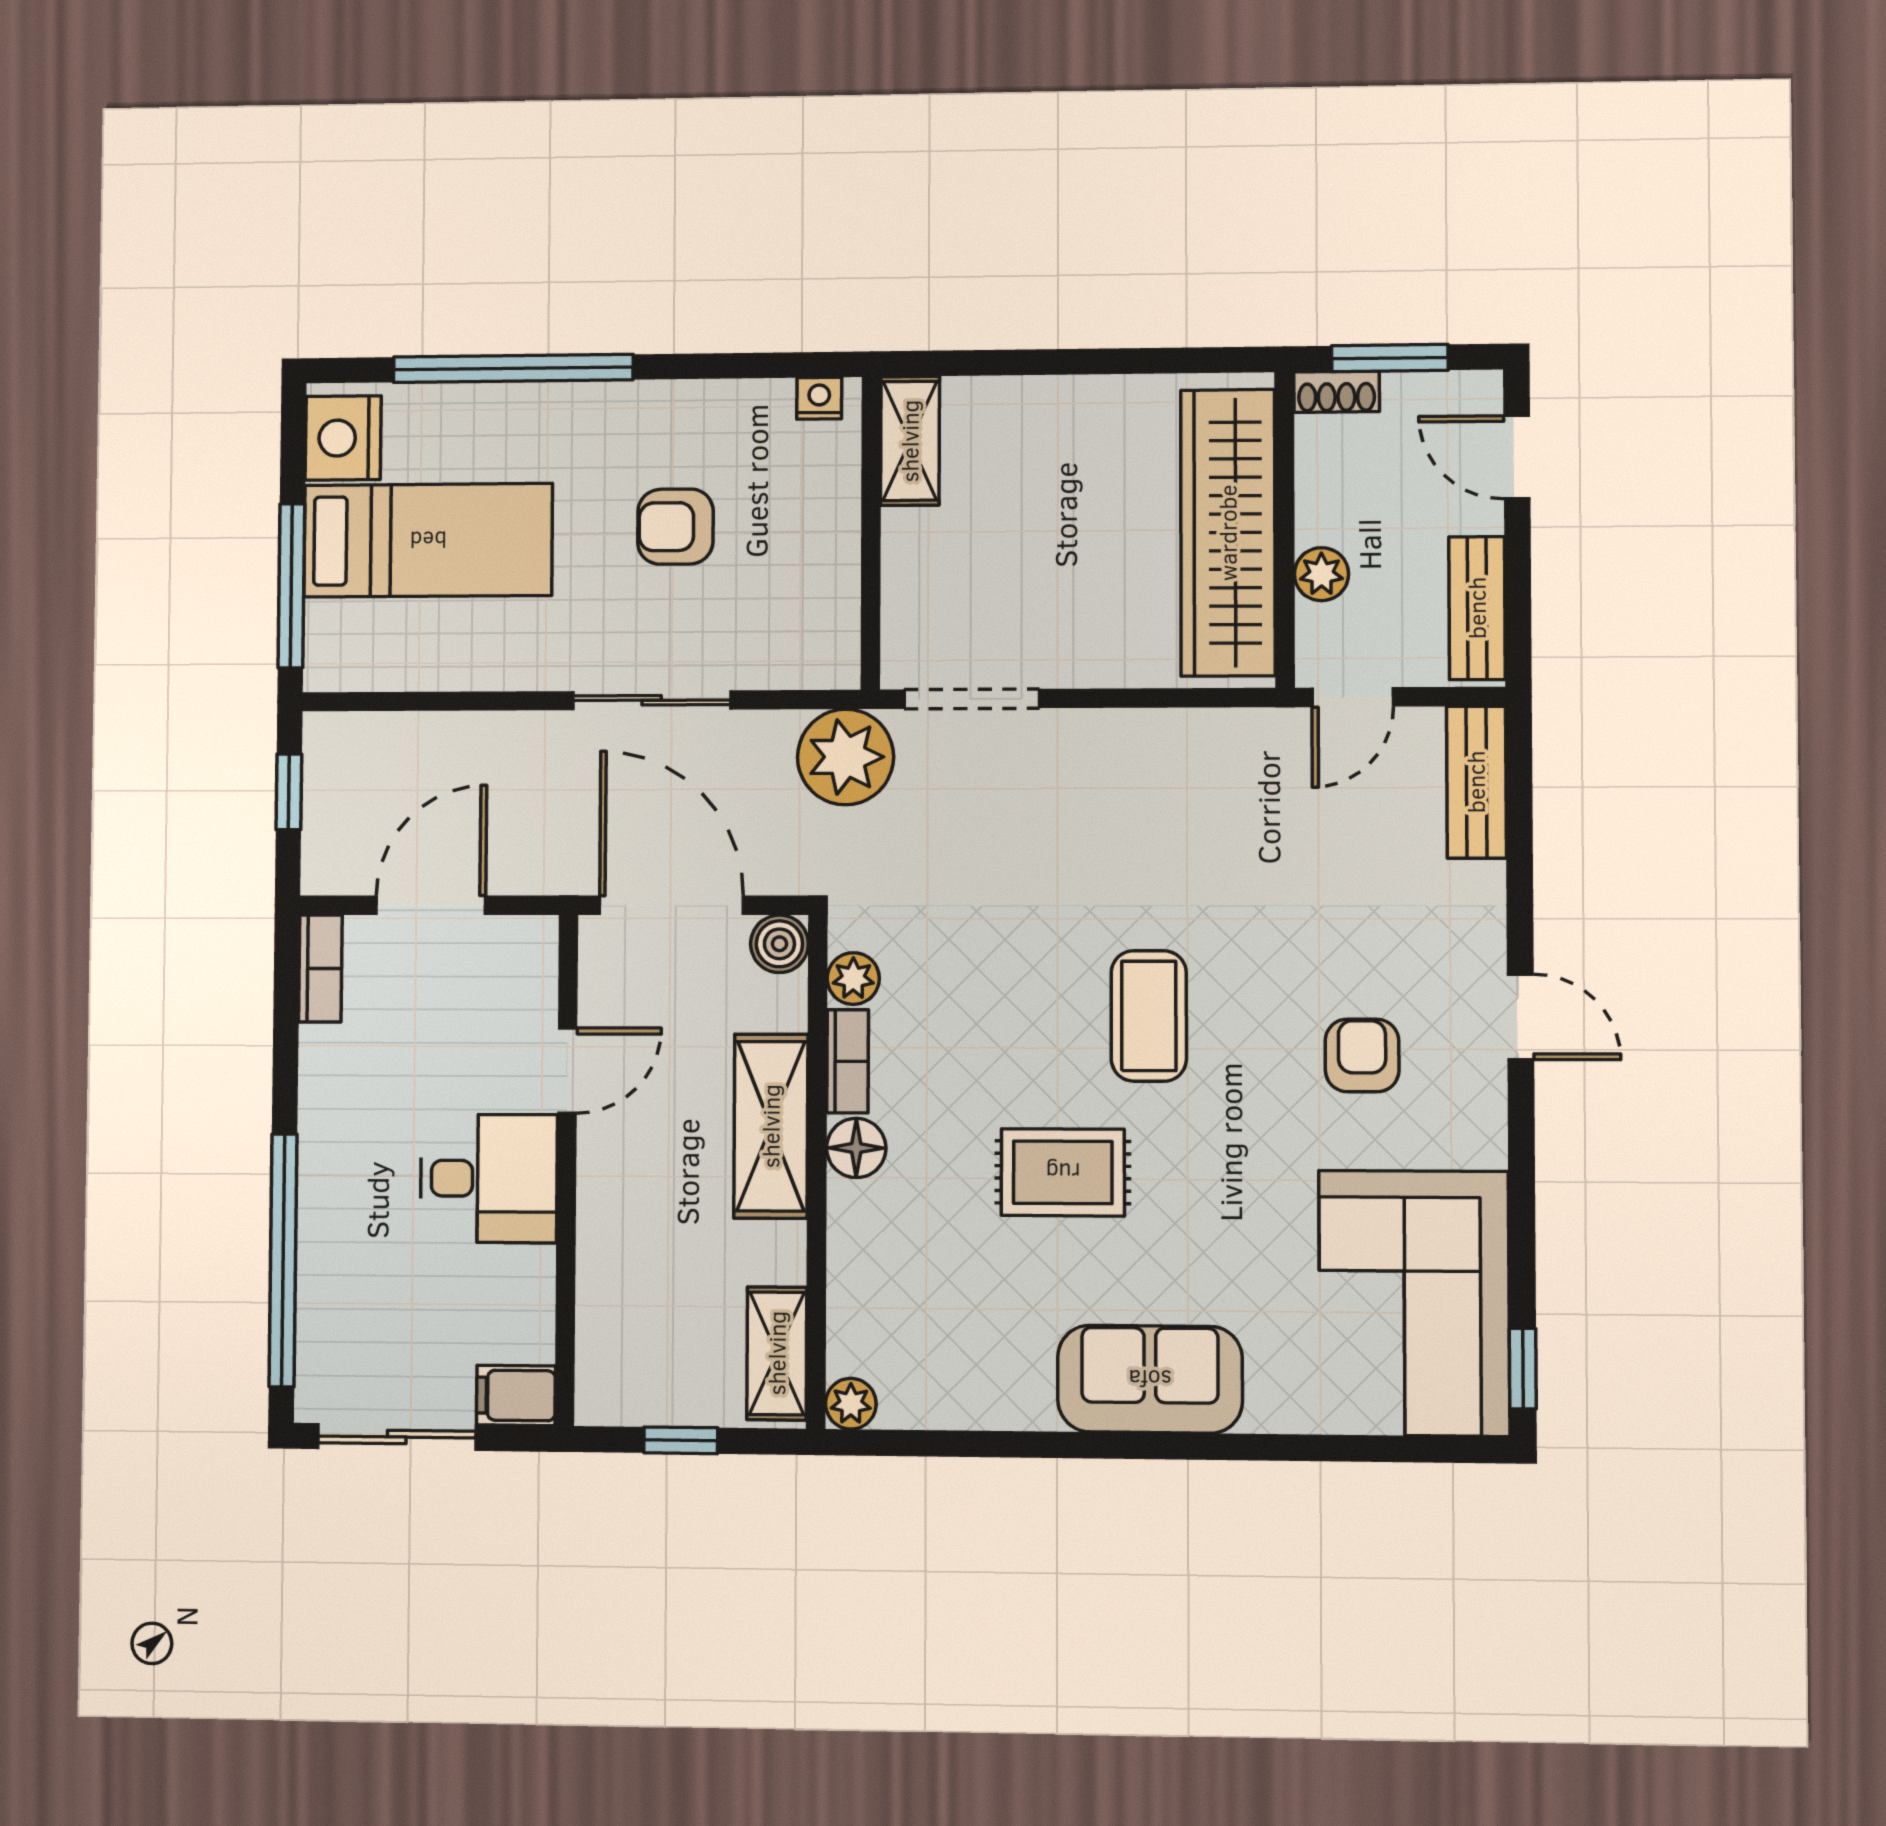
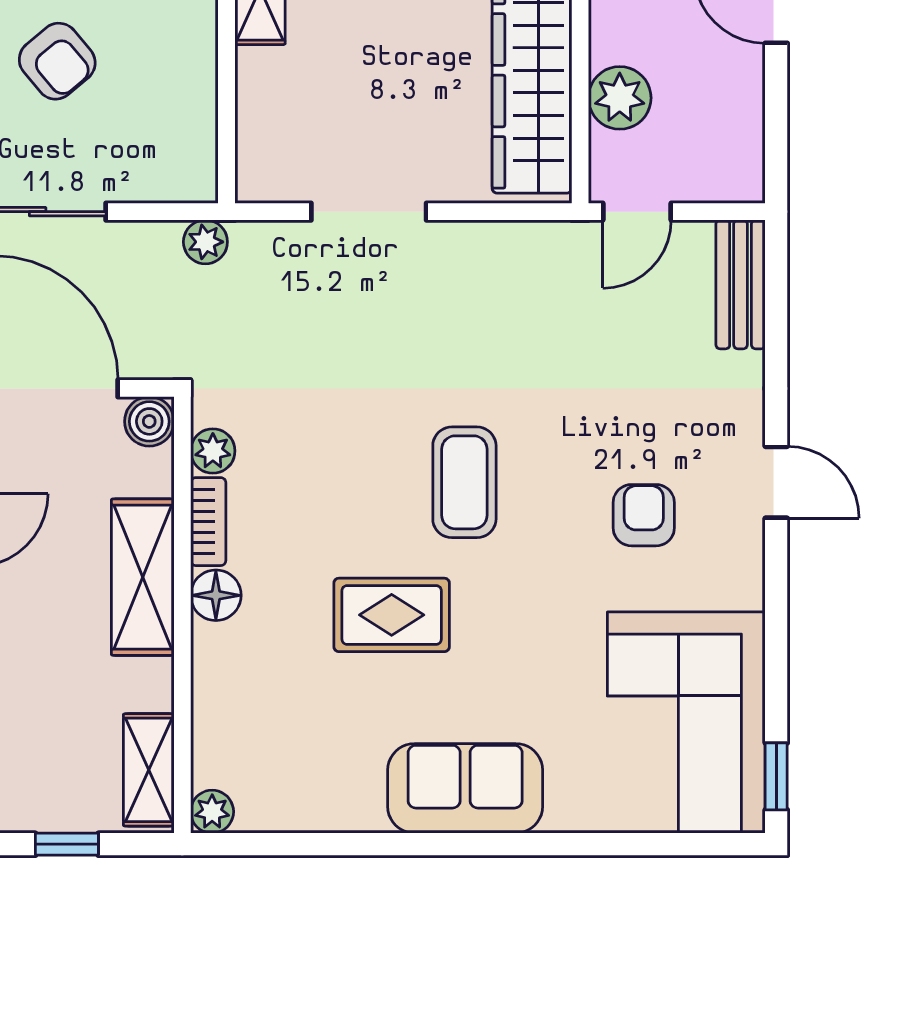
armchair: (675, 527) -> (57, 61), turned -130
plant: (1321, 574) -> (620, 98), width x1.38, depth x1.38
bench: (1477, 608) -> (742, 136), removed
doorway: (972, 699) -> (369, 212), moved
plant: (846, 757) -> (205, 242), width x0.53, depth x0.53

